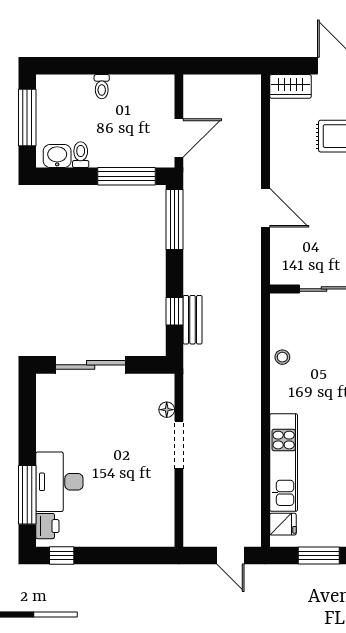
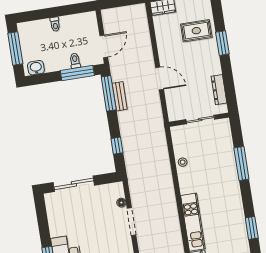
toilet: (81, 155) -> (75, 61), moved
bench: (193, 320) -> (120, 96), moved

